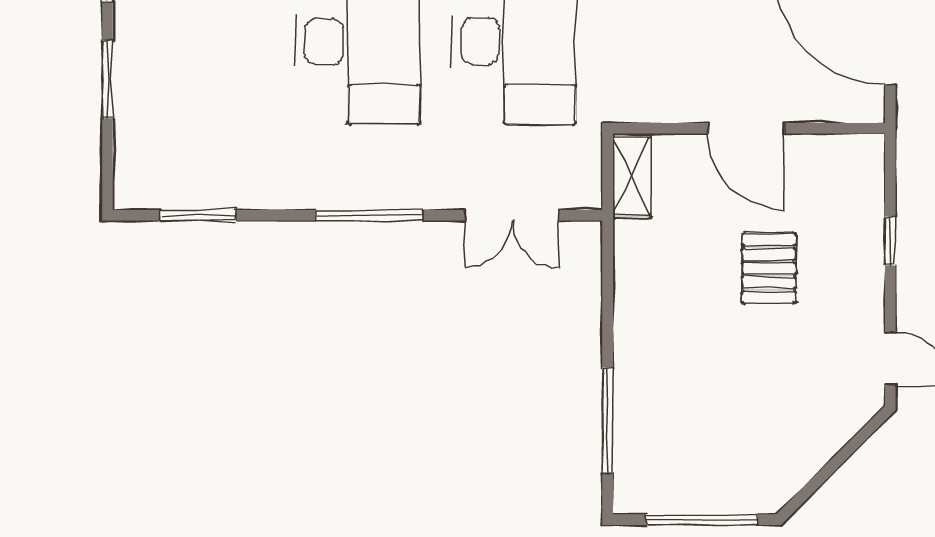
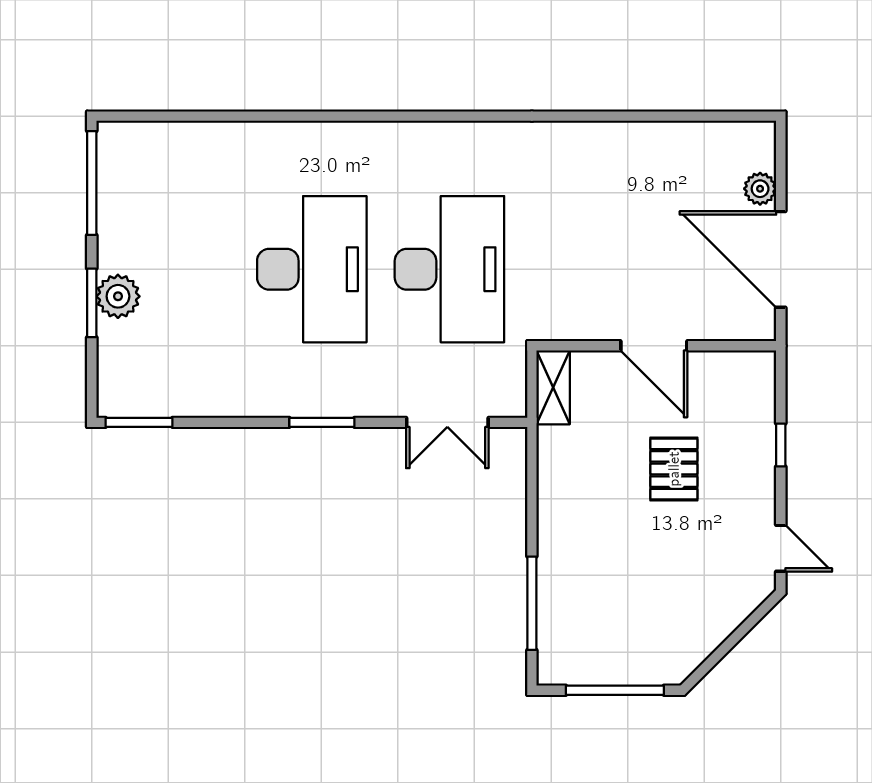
plant: (137, 72) -> (118, 296), added
window: (198, 215) -> (139, 422), moved
window: (369, 215) -> (322, 422), width x0.69

